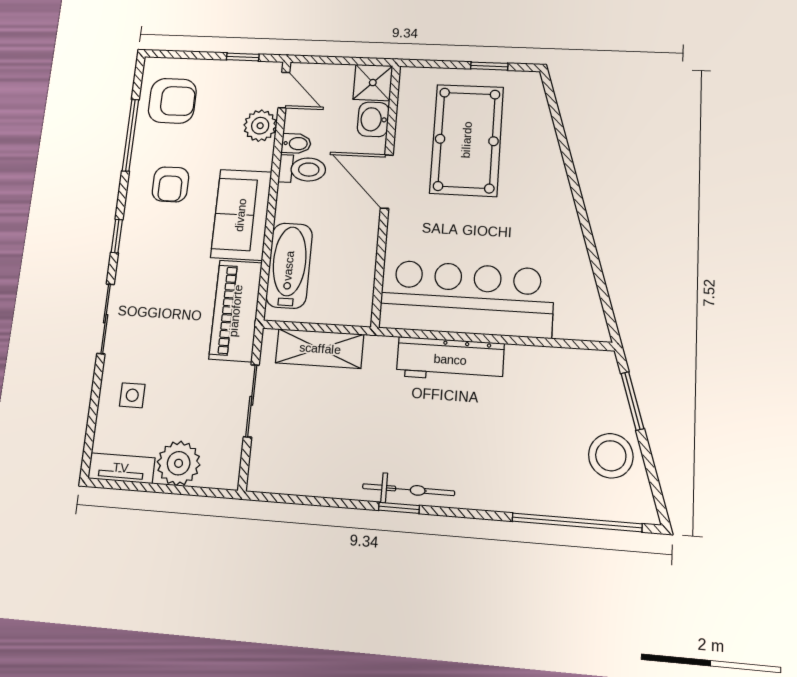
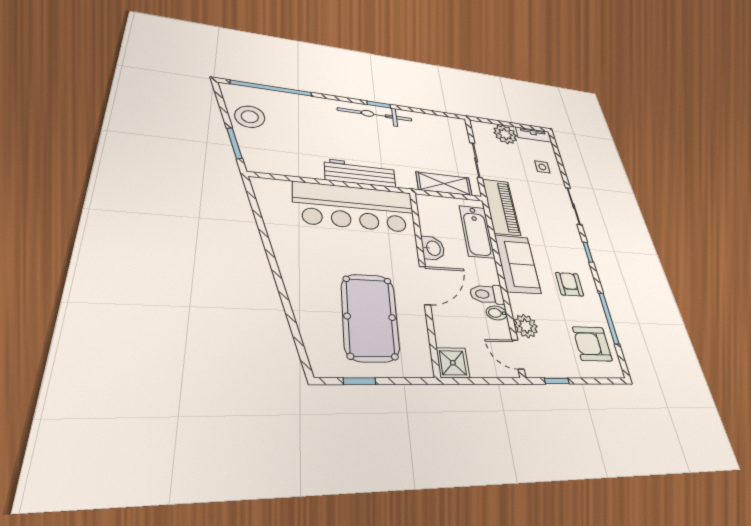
washbasin: (373, 119) -> (433, 248), moved
door: (387, 182) -> (425, 285), hinge flipped
bicycle: (408, 490) -> (375, 114), width x1.37, depth x1.40

